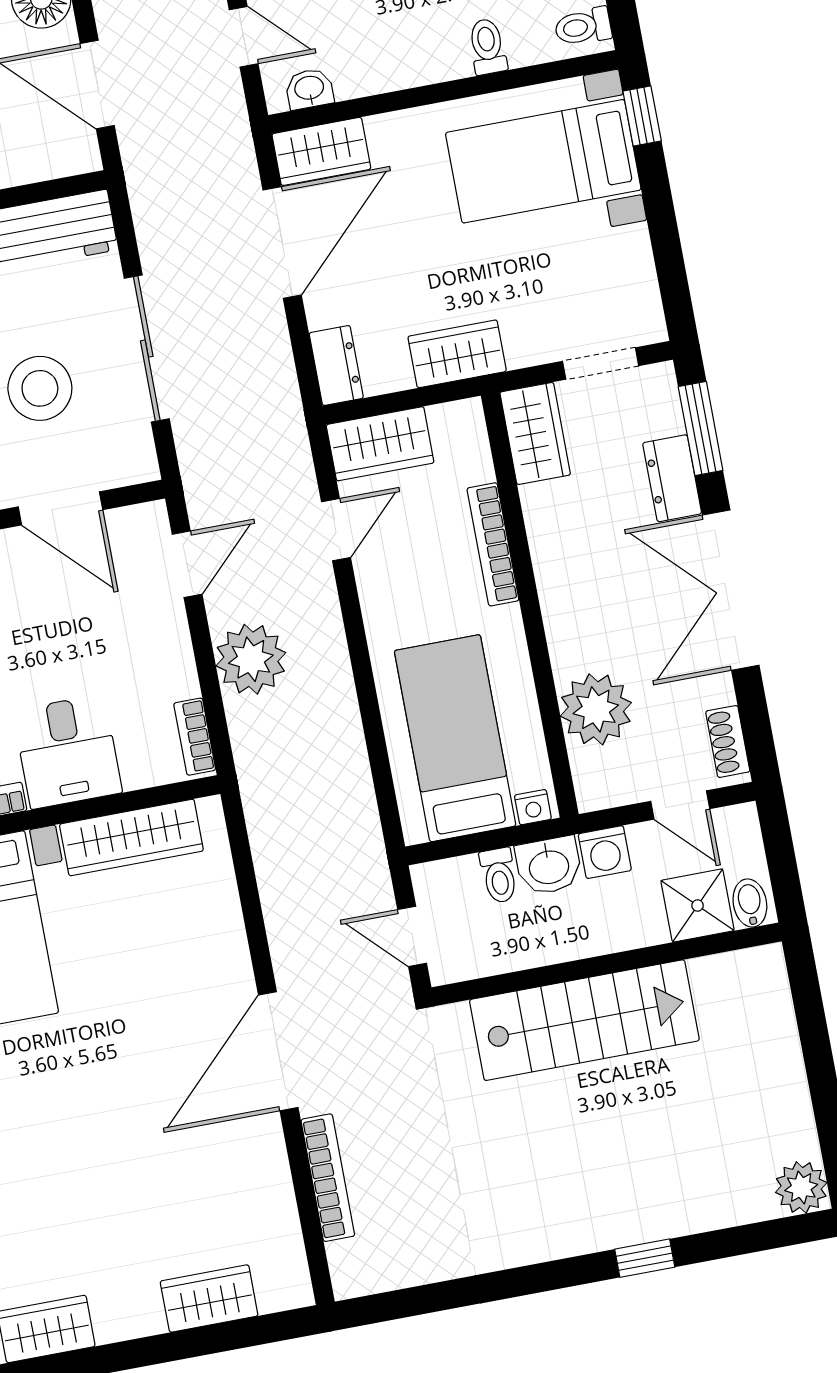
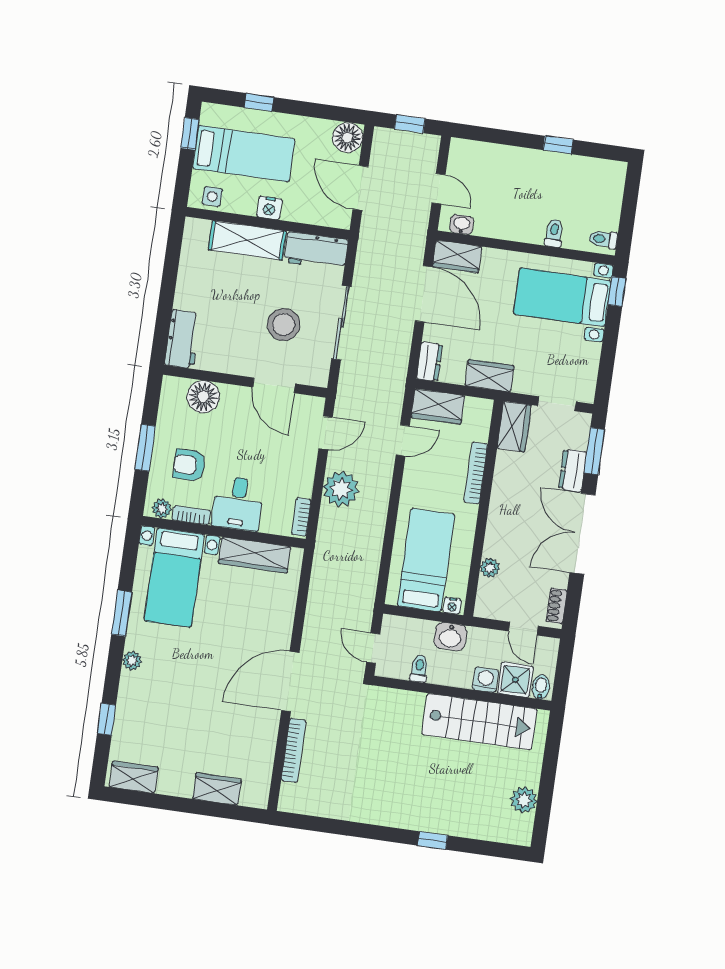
door: (282, 242) -> (424, 294), hinge flipped
plant: (596, 709) -> (490, 568), width x0.53, depth x0.53
washing machine: (605, 852) -> (485, 680), moved, turned 180
toilet: (499, 875) -> (419, 669), moved, turned 180
stairs: (584, 1020) -> (479, 722), moved
plant: (801, 1187) -> (524, 800), moved

